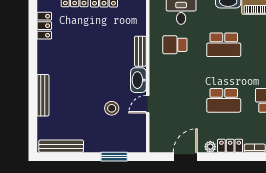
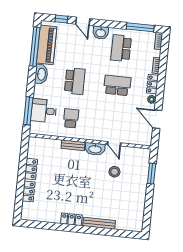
locker: (44, 26) -> (71, 219), moved
school desk: (175, 45) -> (71, 118), turned 180
school desk: (224, 100) -> (117, 85), turned -90
bench: (61, 146) -> (139, 213), removed

